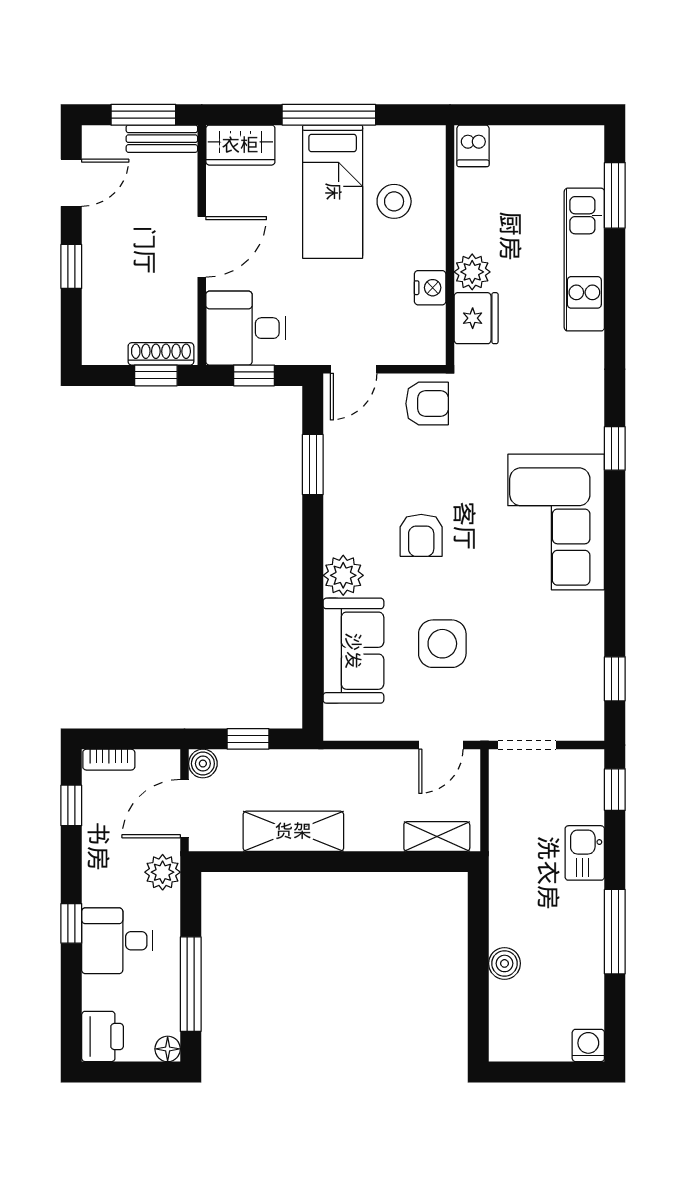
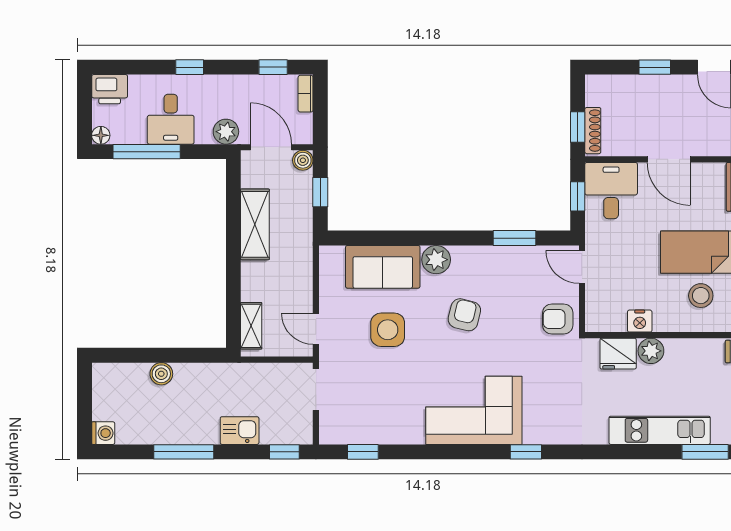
armchair: (427, 404) -> (558, 319), turned 90
armchair: (421, 535) -> (464, 315), turned 104
desk: (117, 941) -> (171, 119), moved, turned 180

